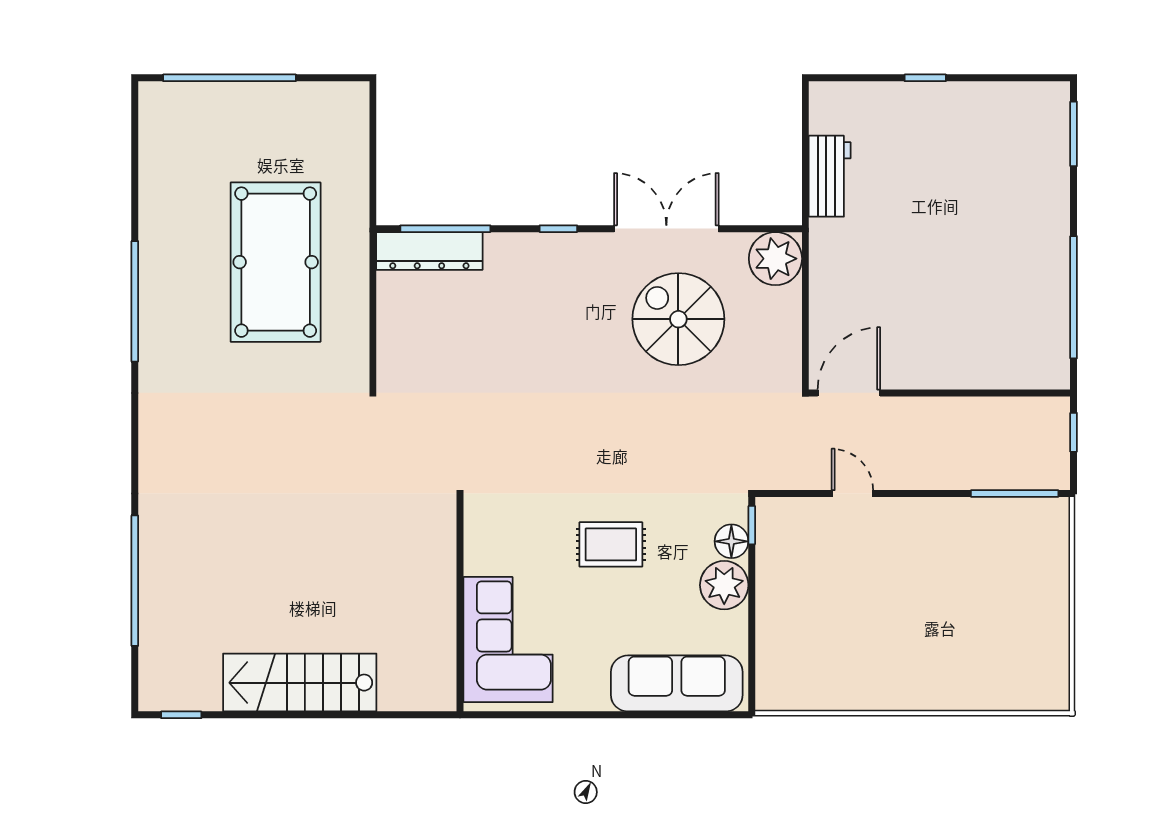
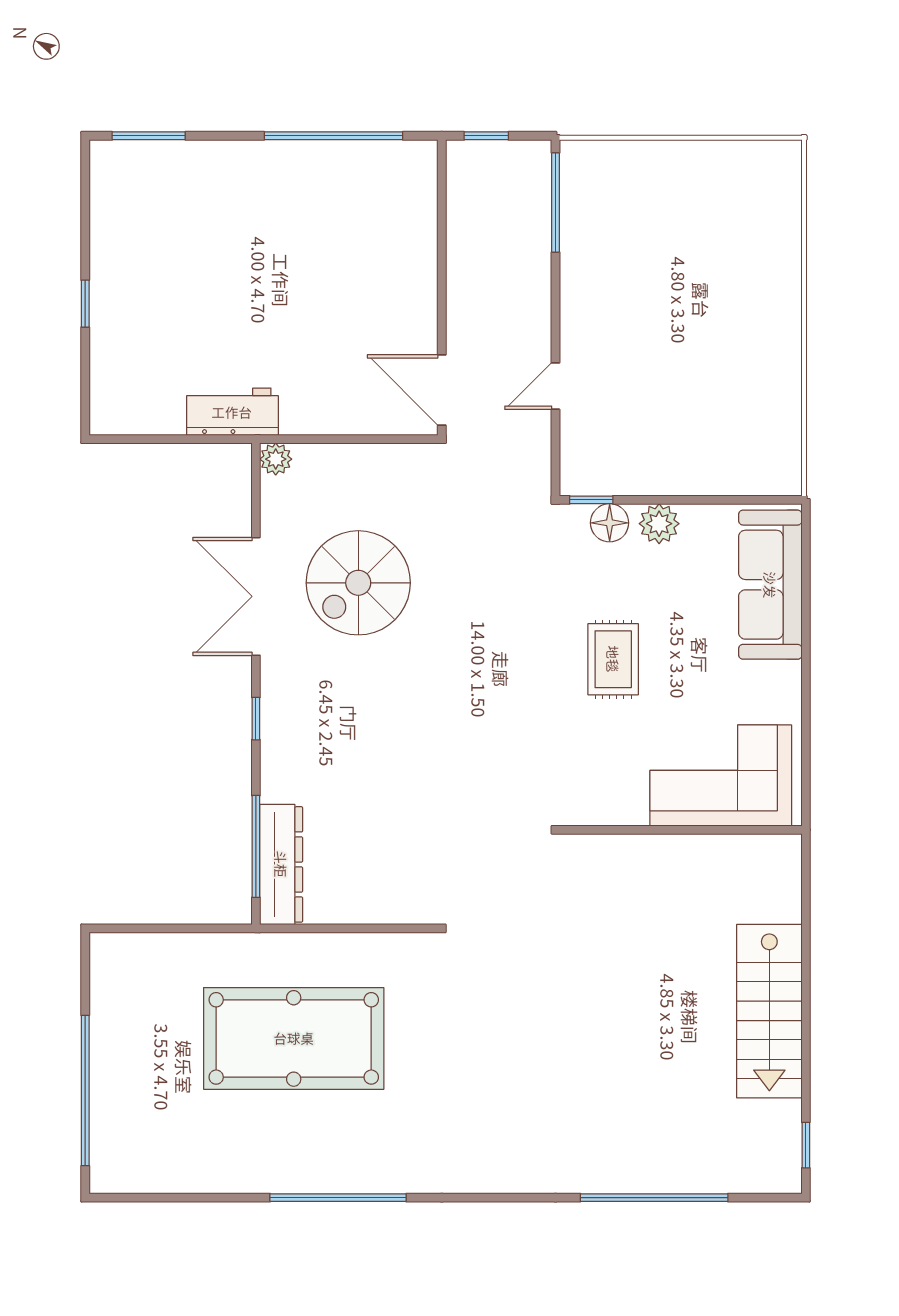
workbench: (830, 176) -> (232, 412), moved
plant: (775, 259) -> (276, 459), width x0.53, depth x0.53
plant: (724, 585) -> (659, 524), width x0.73, depth x0.73

